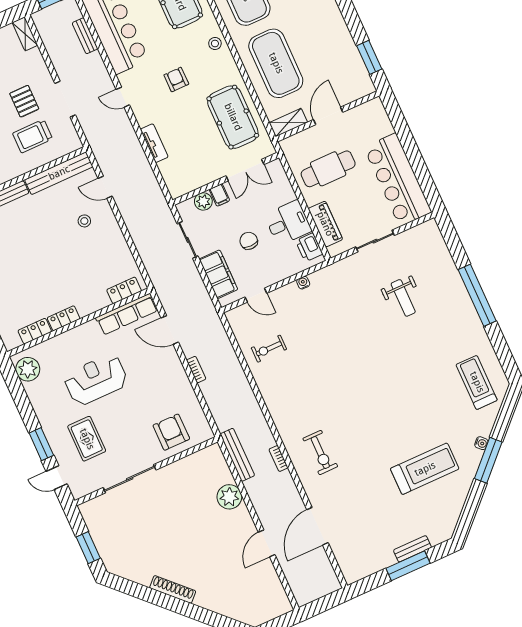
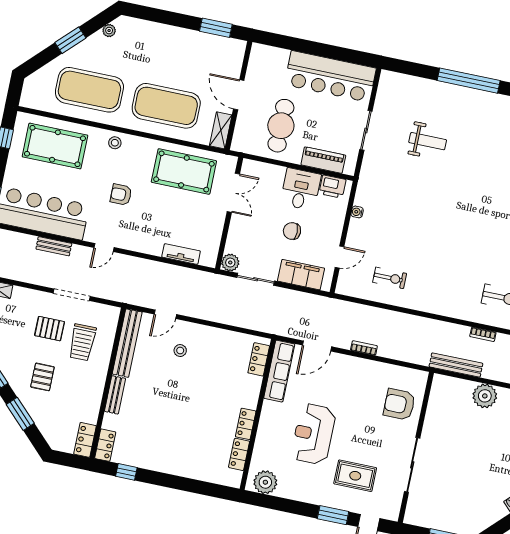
bench: (85, 36) -> (54, 246), moved
tv unit: (154, 143) -> (181, 254), moved
filing cabinet: (219, 195) -> (238, 228), removed
plant: (203, 201) -> (230, 263), moved
exercise bike: (269, 349) -> (390, 278), turned -90

